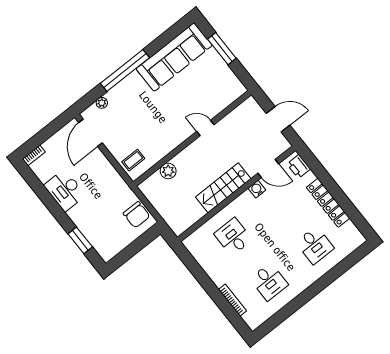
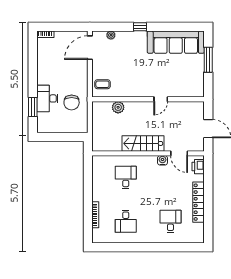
window: (125, 71) -> (140, 27), width x0.32
door: (205, 128) -> (161, 99), swing flipped
desk: (65, 190) -> (47, 98), moved
chair: (137, 215) -> (72, 103), moved
desk: (315, 245) -> (170, 221), turned 180

